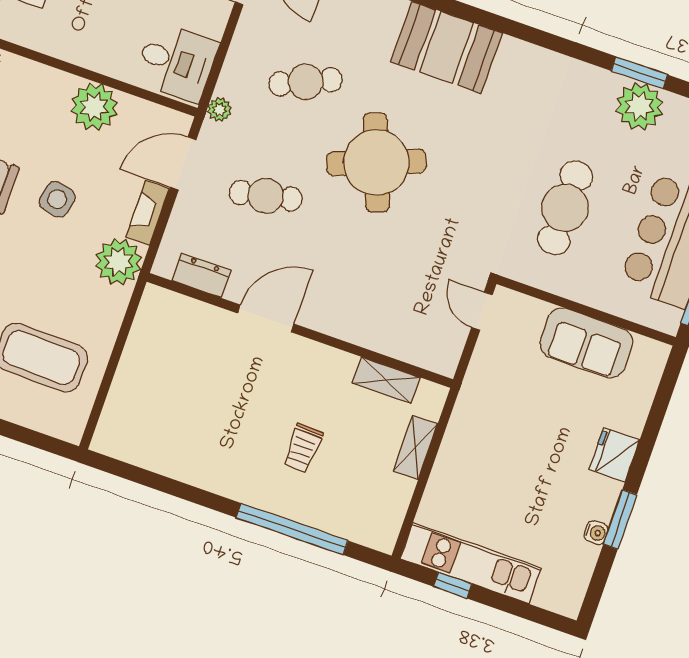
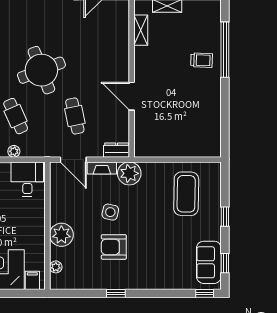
plant: (94, 107) -> (61, 235), moved
plant: (220, 110) -> (14, 151), moved
dresser: (201, 275) -> (117, 150), moved, turned 90
trolley: (303, 448) -> (202, 60), moved

